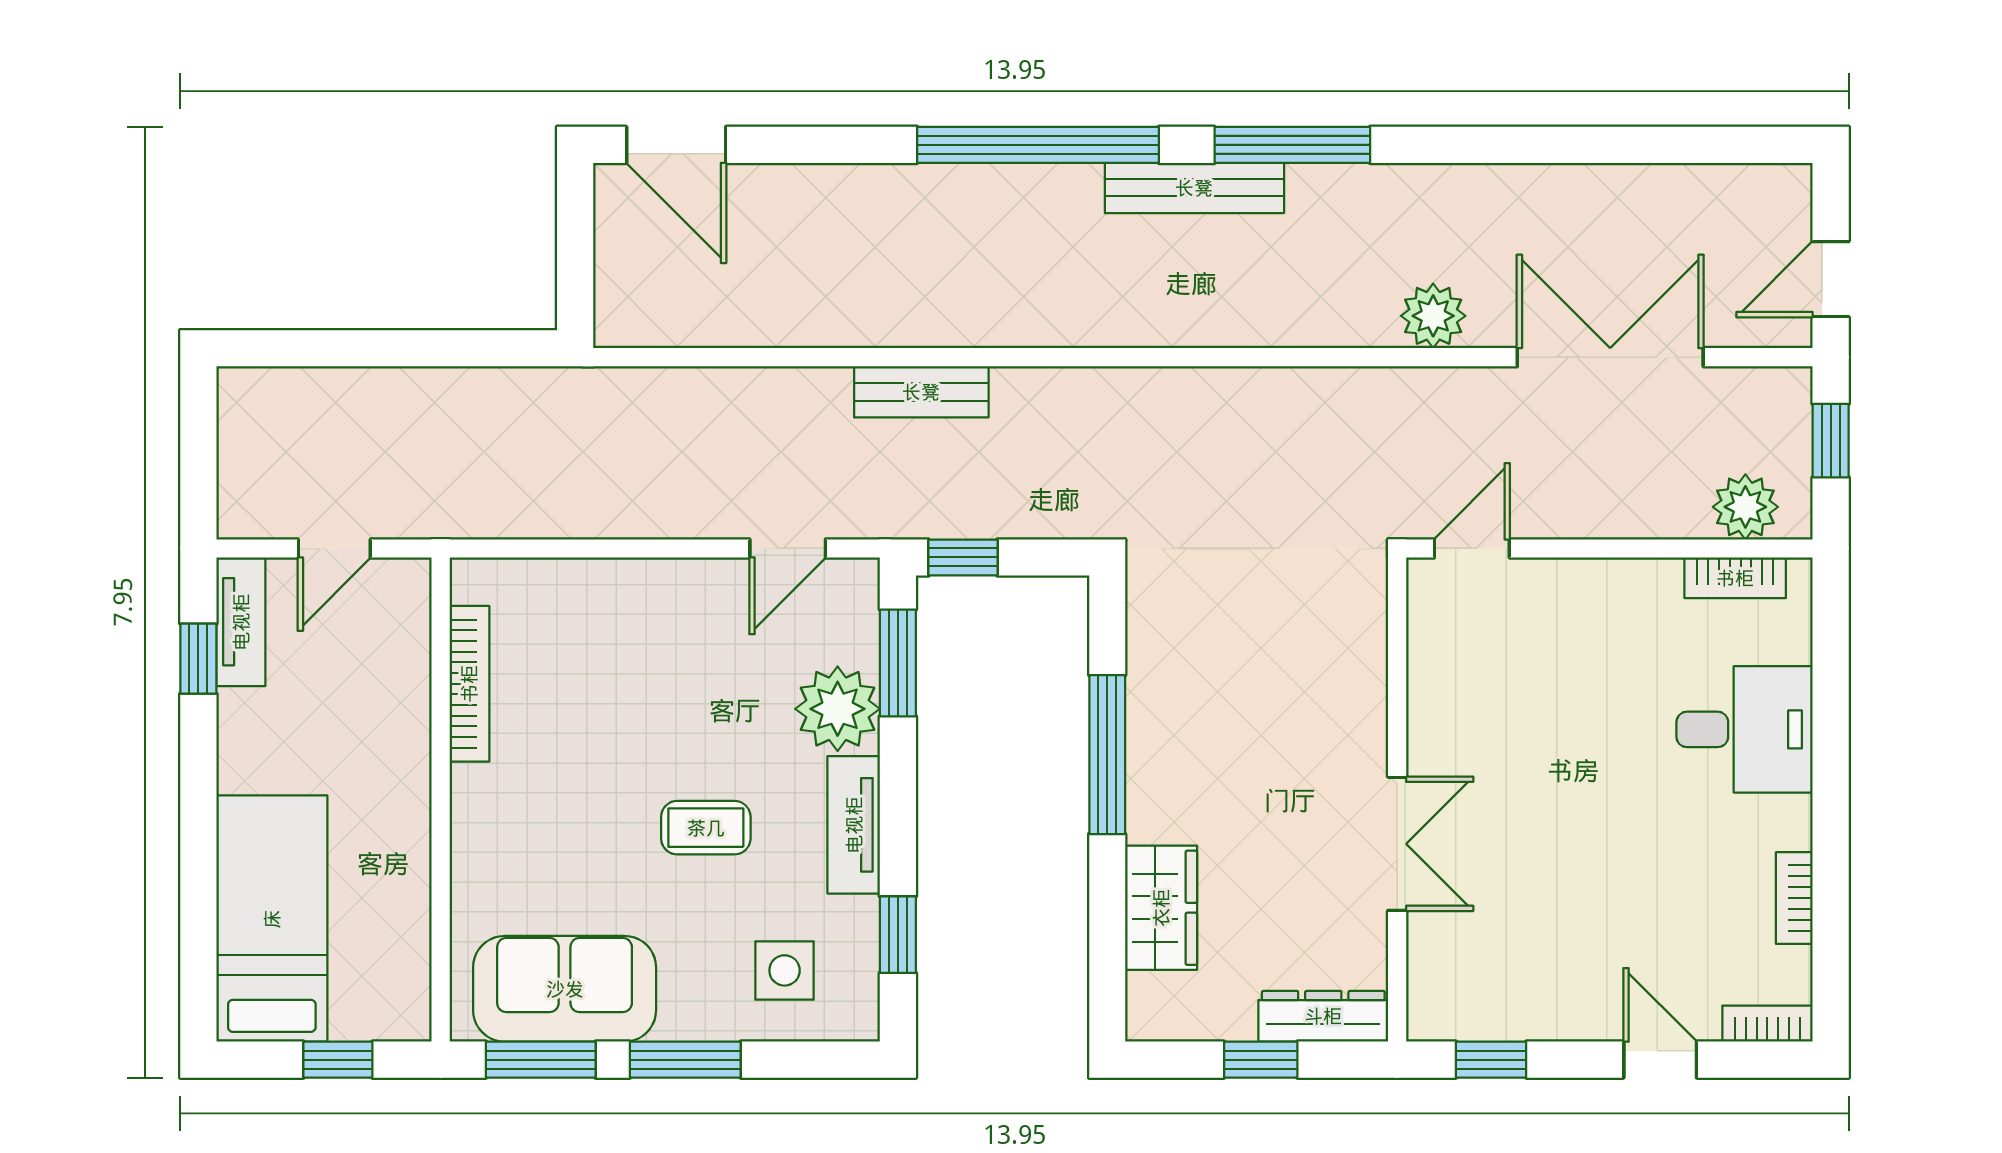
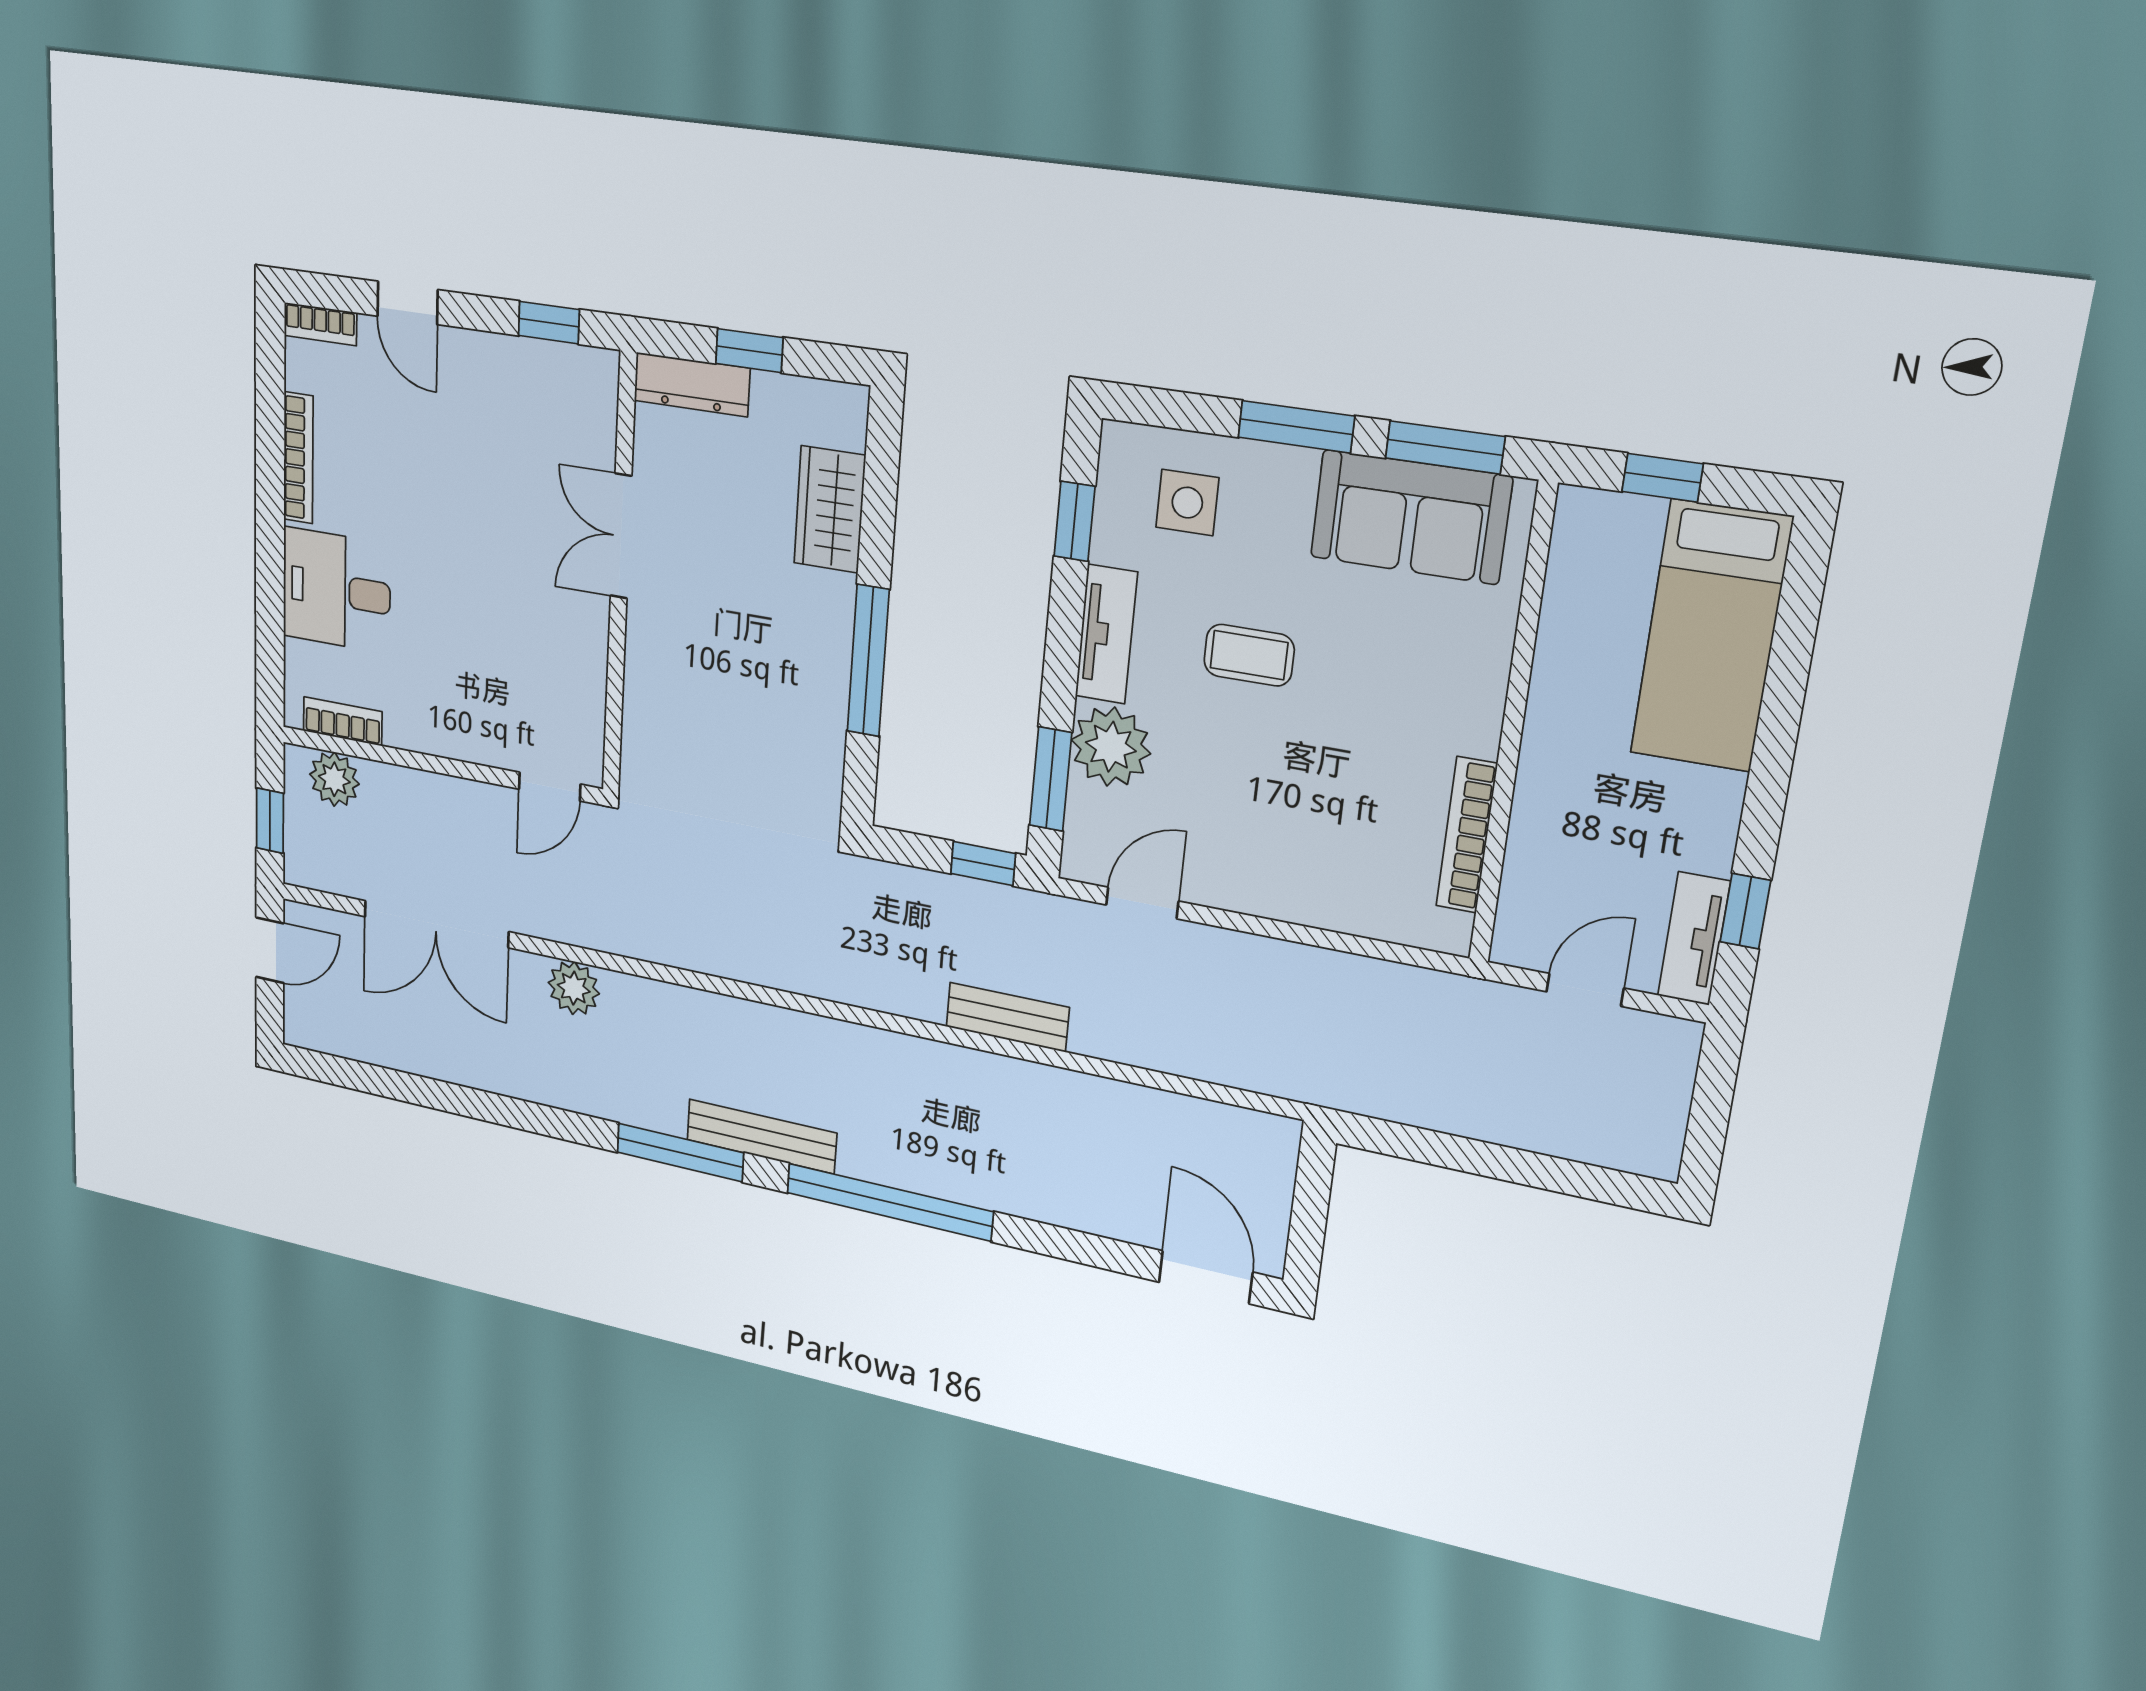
bookcase: (1794, 898) -> (298, 458), width x1.56

